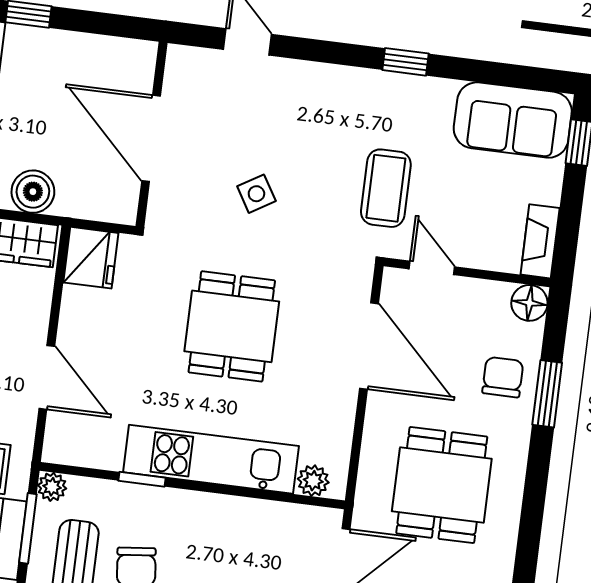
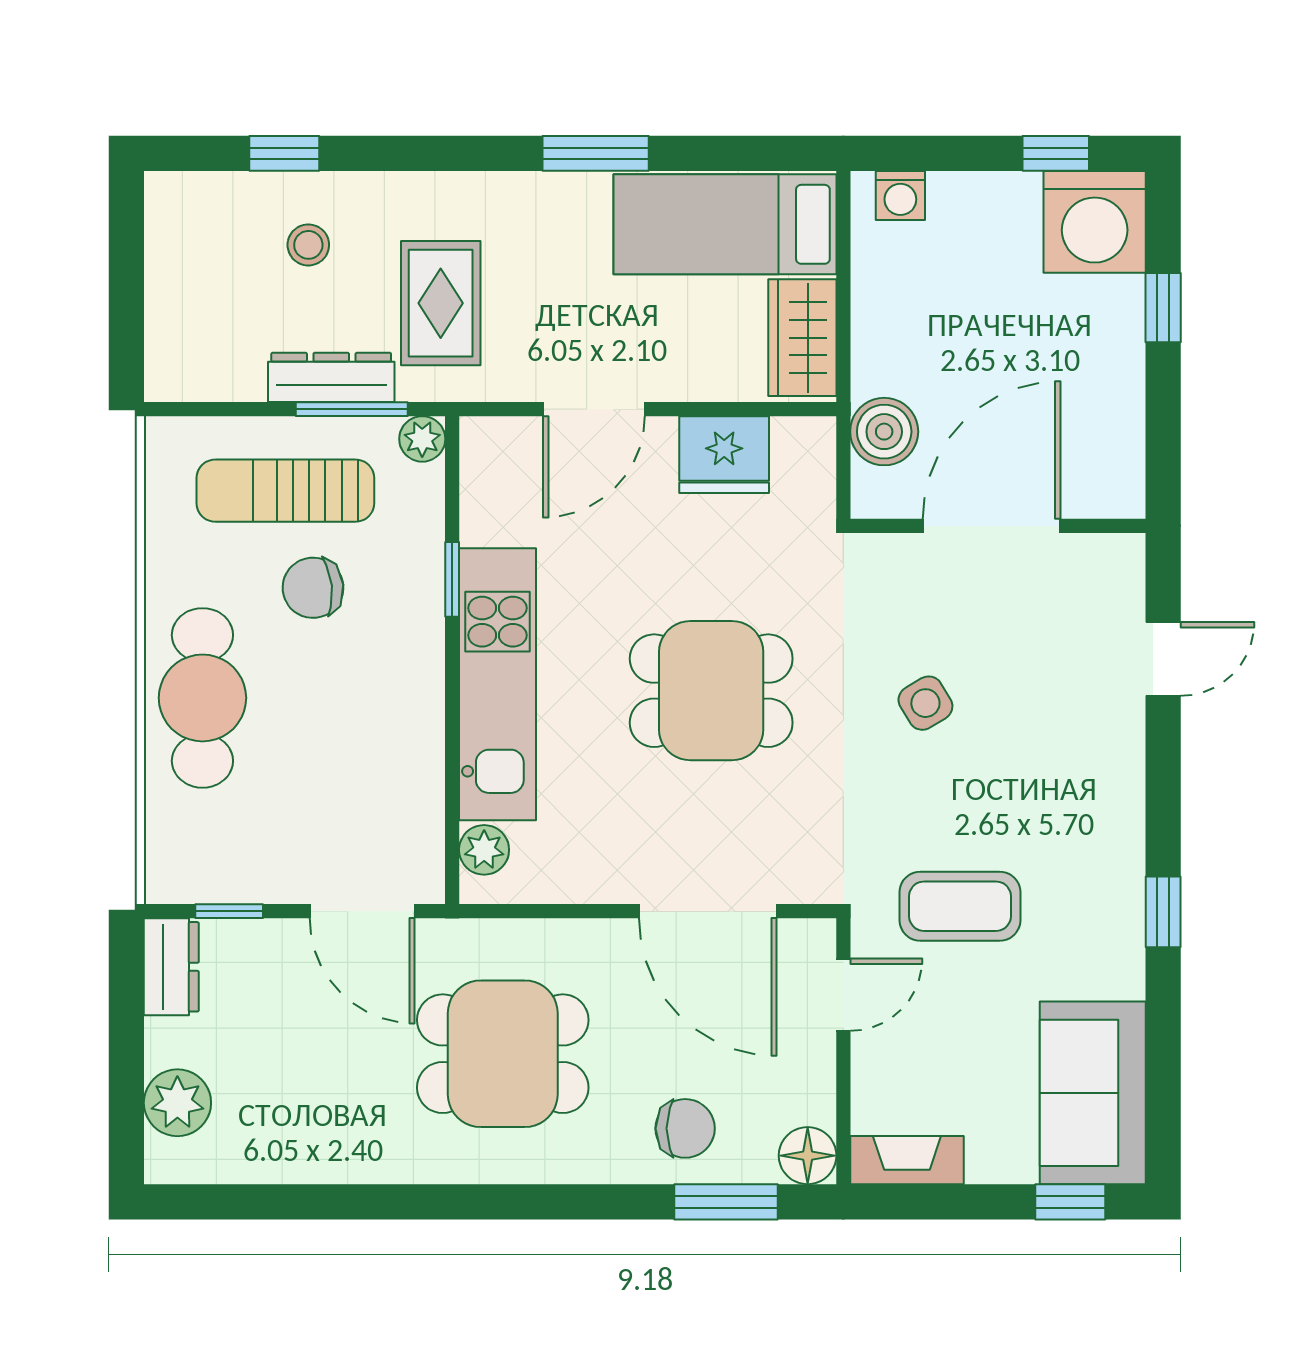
boiler: (33, 192) -> (884, 432), moved
fridge: (91, 258) -> (724, 455), moved
door: (369, 346) -> (708, 911), hinge flipped
window: (547, 394) -> (726, 1202), moved

